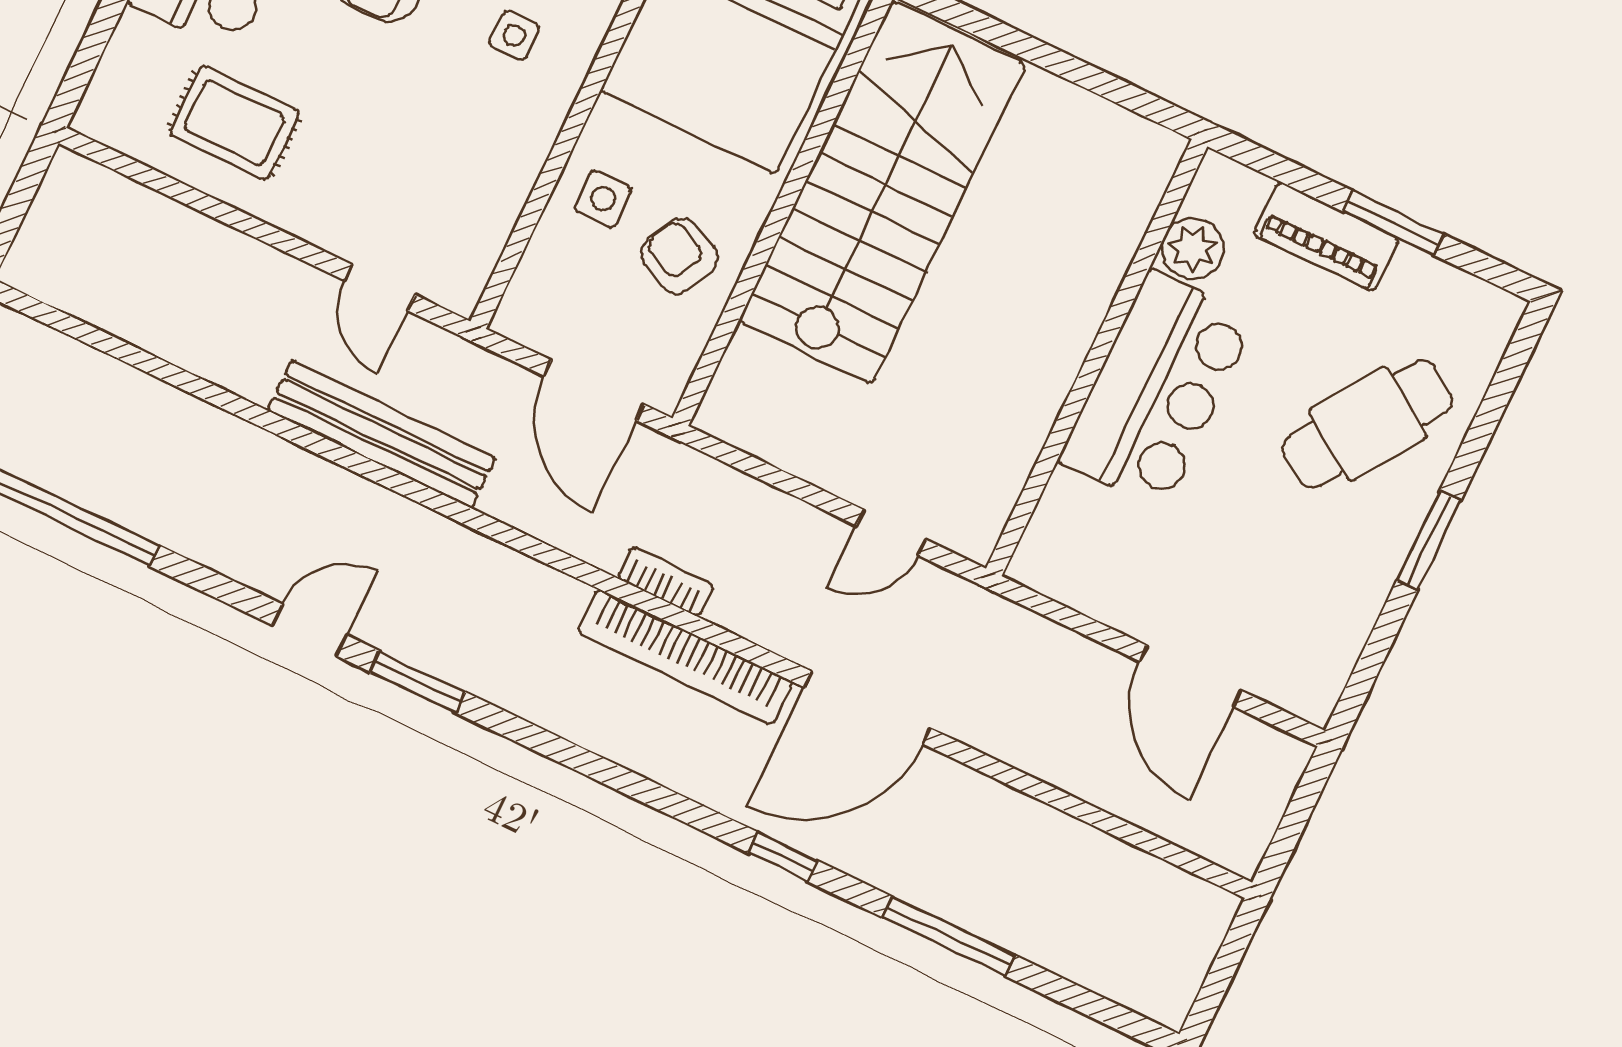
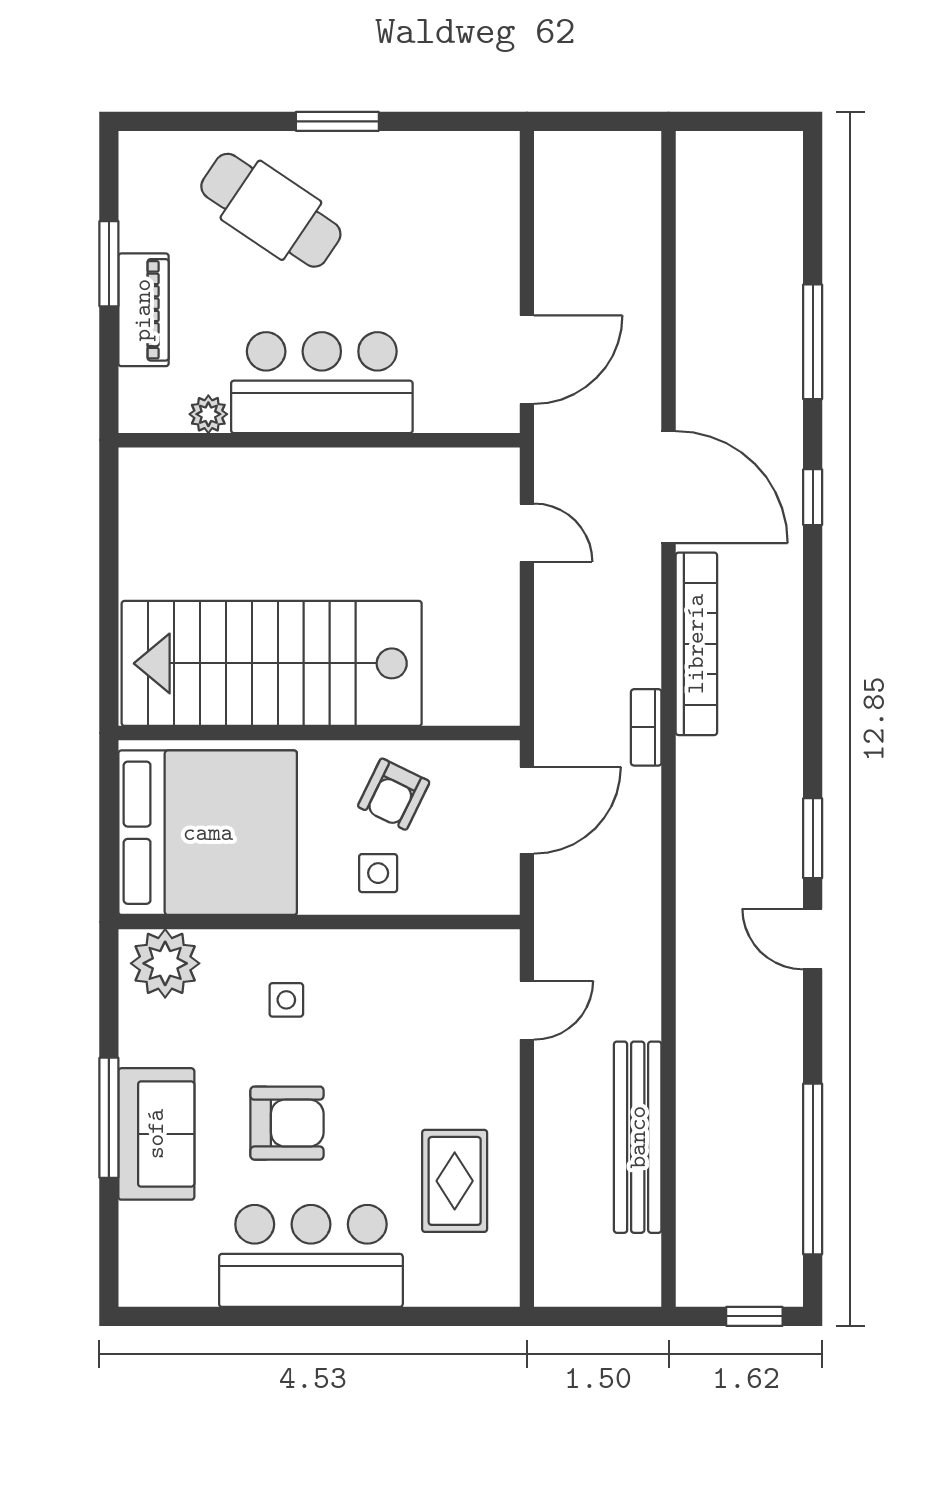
plant: (1192, 248) -> (208, 414), width x0.73, depth x0.73
bench: (381, 434) -> (638, 1137), moved
bookcase: (666, 582) -> (646, 727), moved
door: (1190, 676) -> (527, 360), moved

